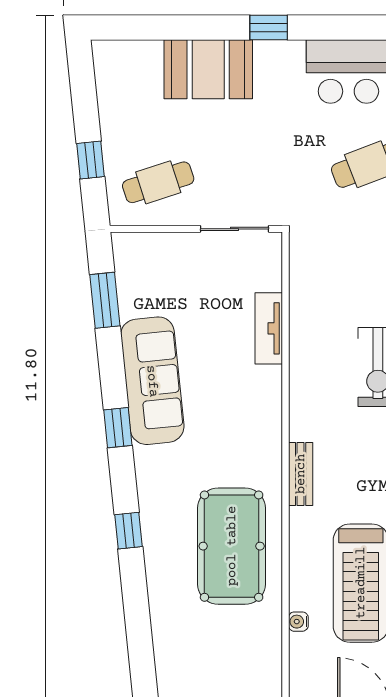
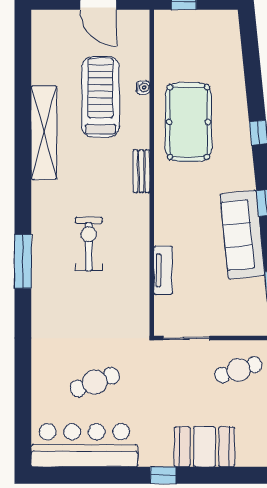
water cooler: (298, 622) -> (143, 87), moved

